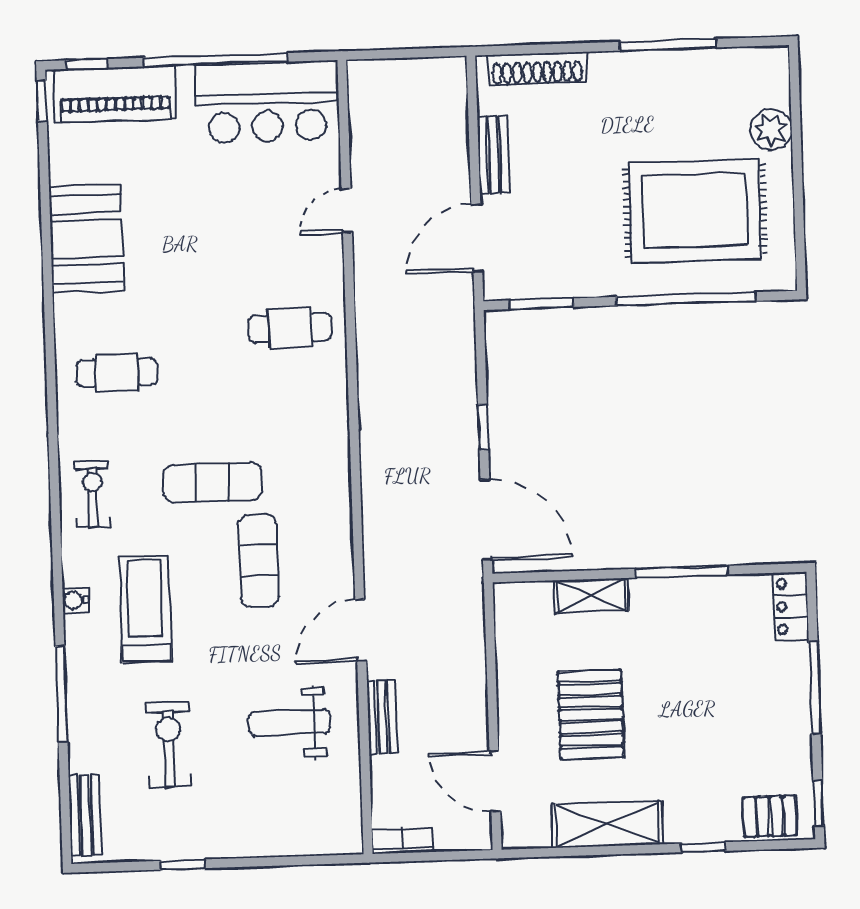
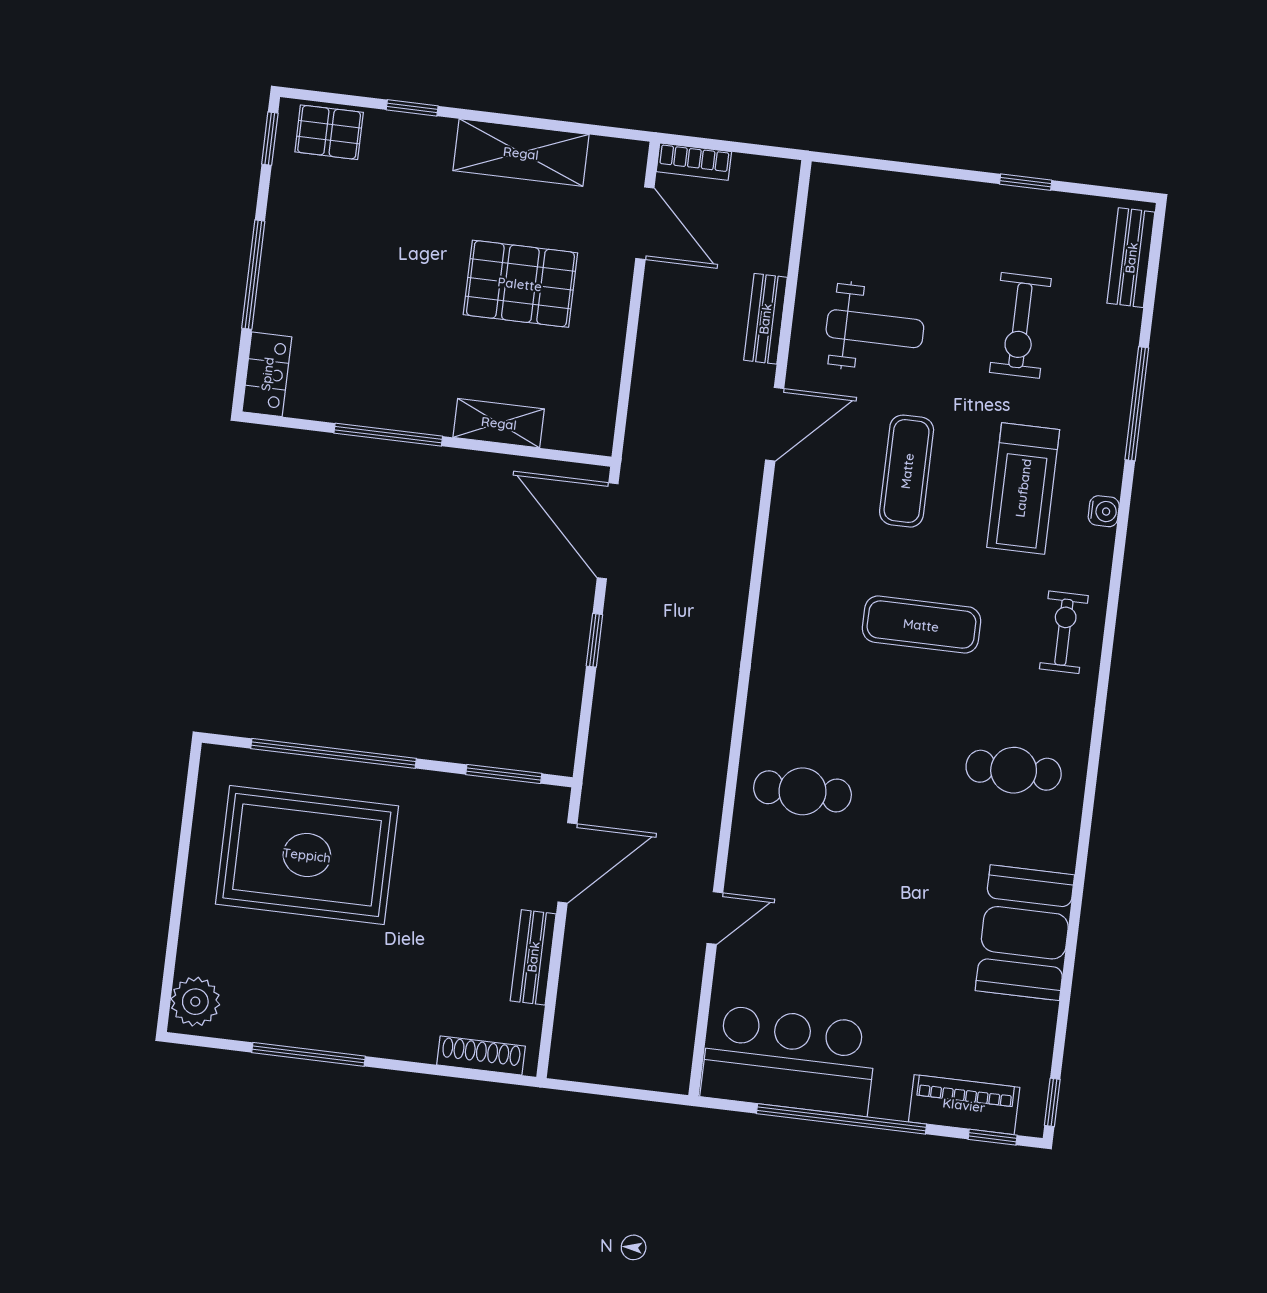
shoe rack: (537, 69) -> (481, 1055), width x0.74, depth x0.81
piano: (115, 94) -> (964, 1105), width x0.73, depth x0.75
plant: (771, 129) -> (195, 1002), moved
exercise bike: (93, 494) -> (1064, 632), turned 180
exercise mat: (258, 561) -> (907, 471), moved
pallet: (591, 715) -> (520, 284), turned 90
bookcase: (403, 841) -> (694, 162), moved

